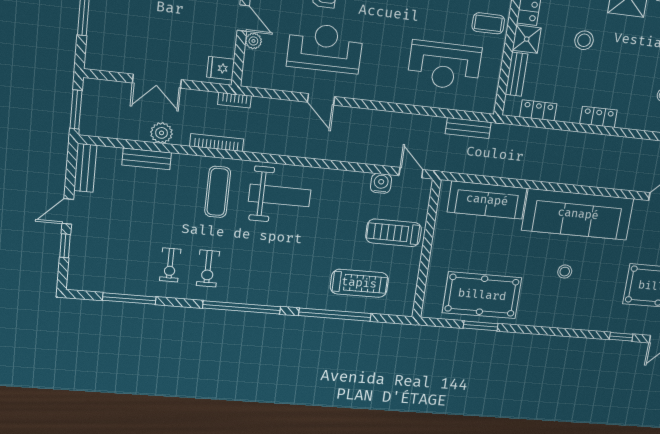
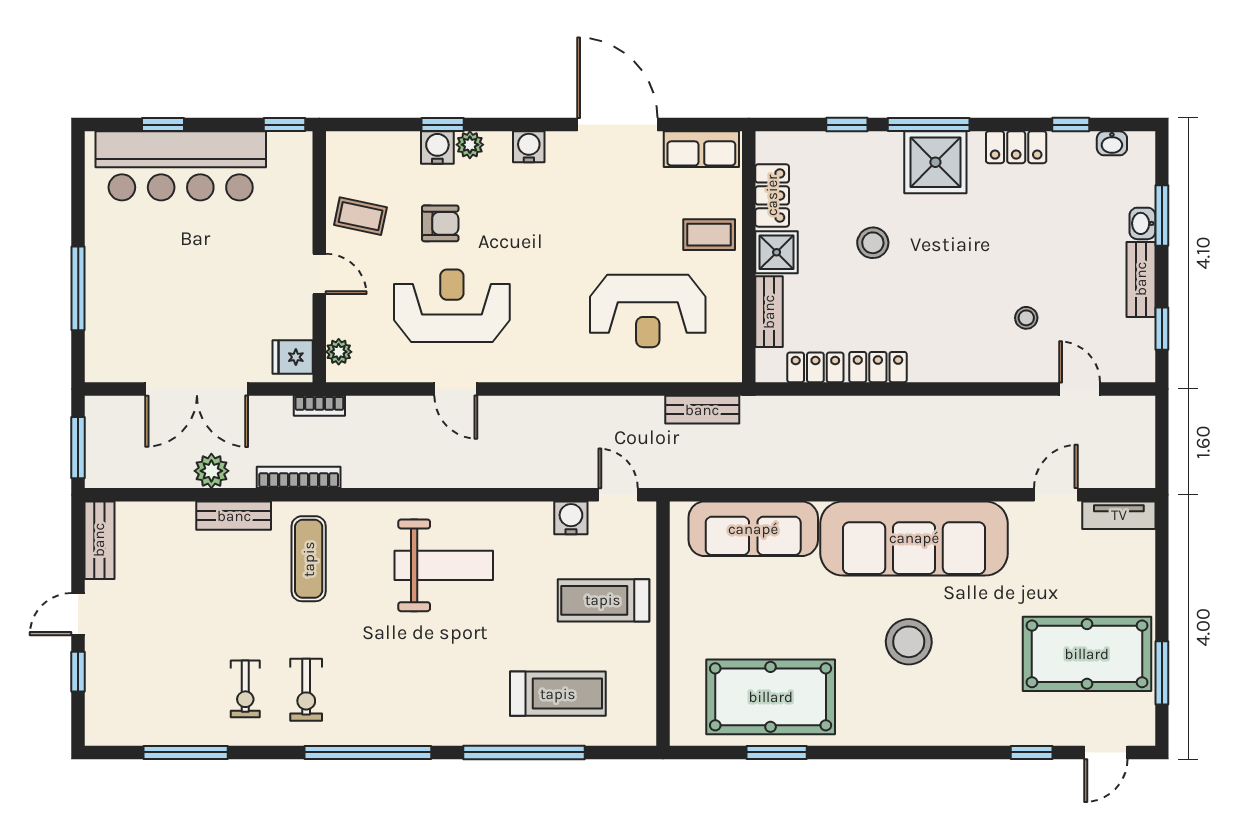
plant: (253, 41) -> (339, 352), moved
double door: (157, 81) -> (197, 389), width x1.37
locker: (598, 117) -> (878, 367), moved
bench: (147, 159) -> (234, 516), moved
weight bench: (280, 196) -> (444, 565), moved
stool: (565, 272) -> (909, 642), width x1.89, depth x1.89

